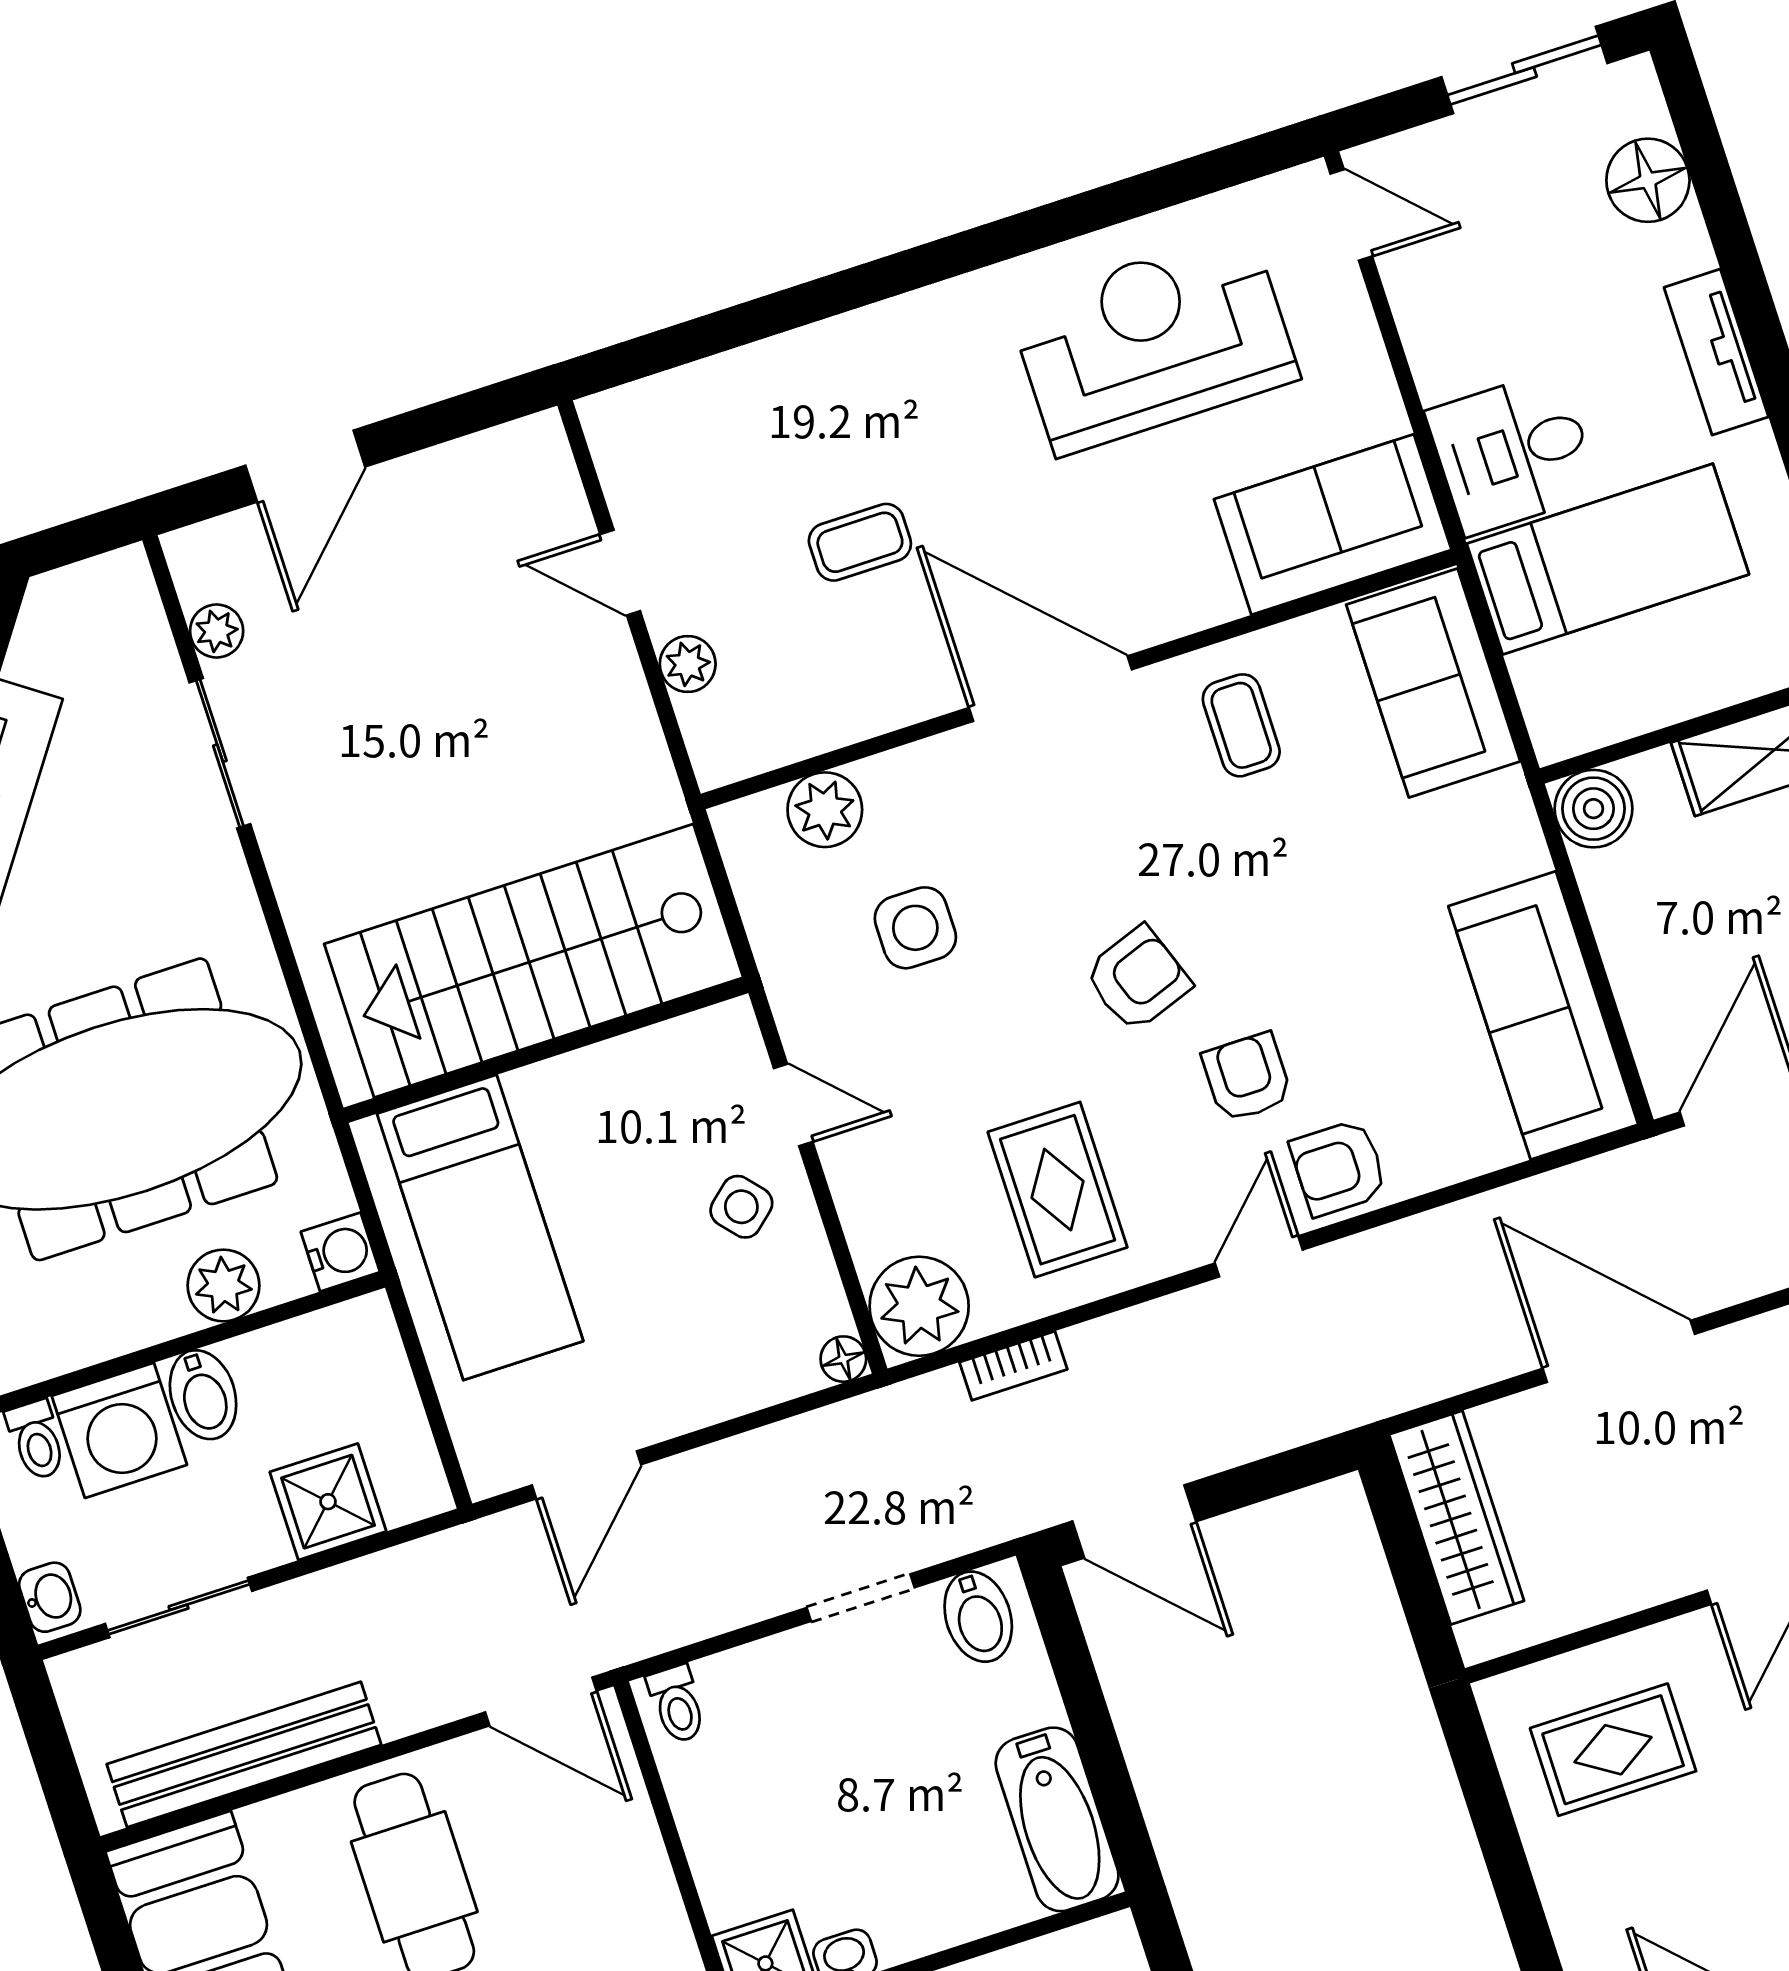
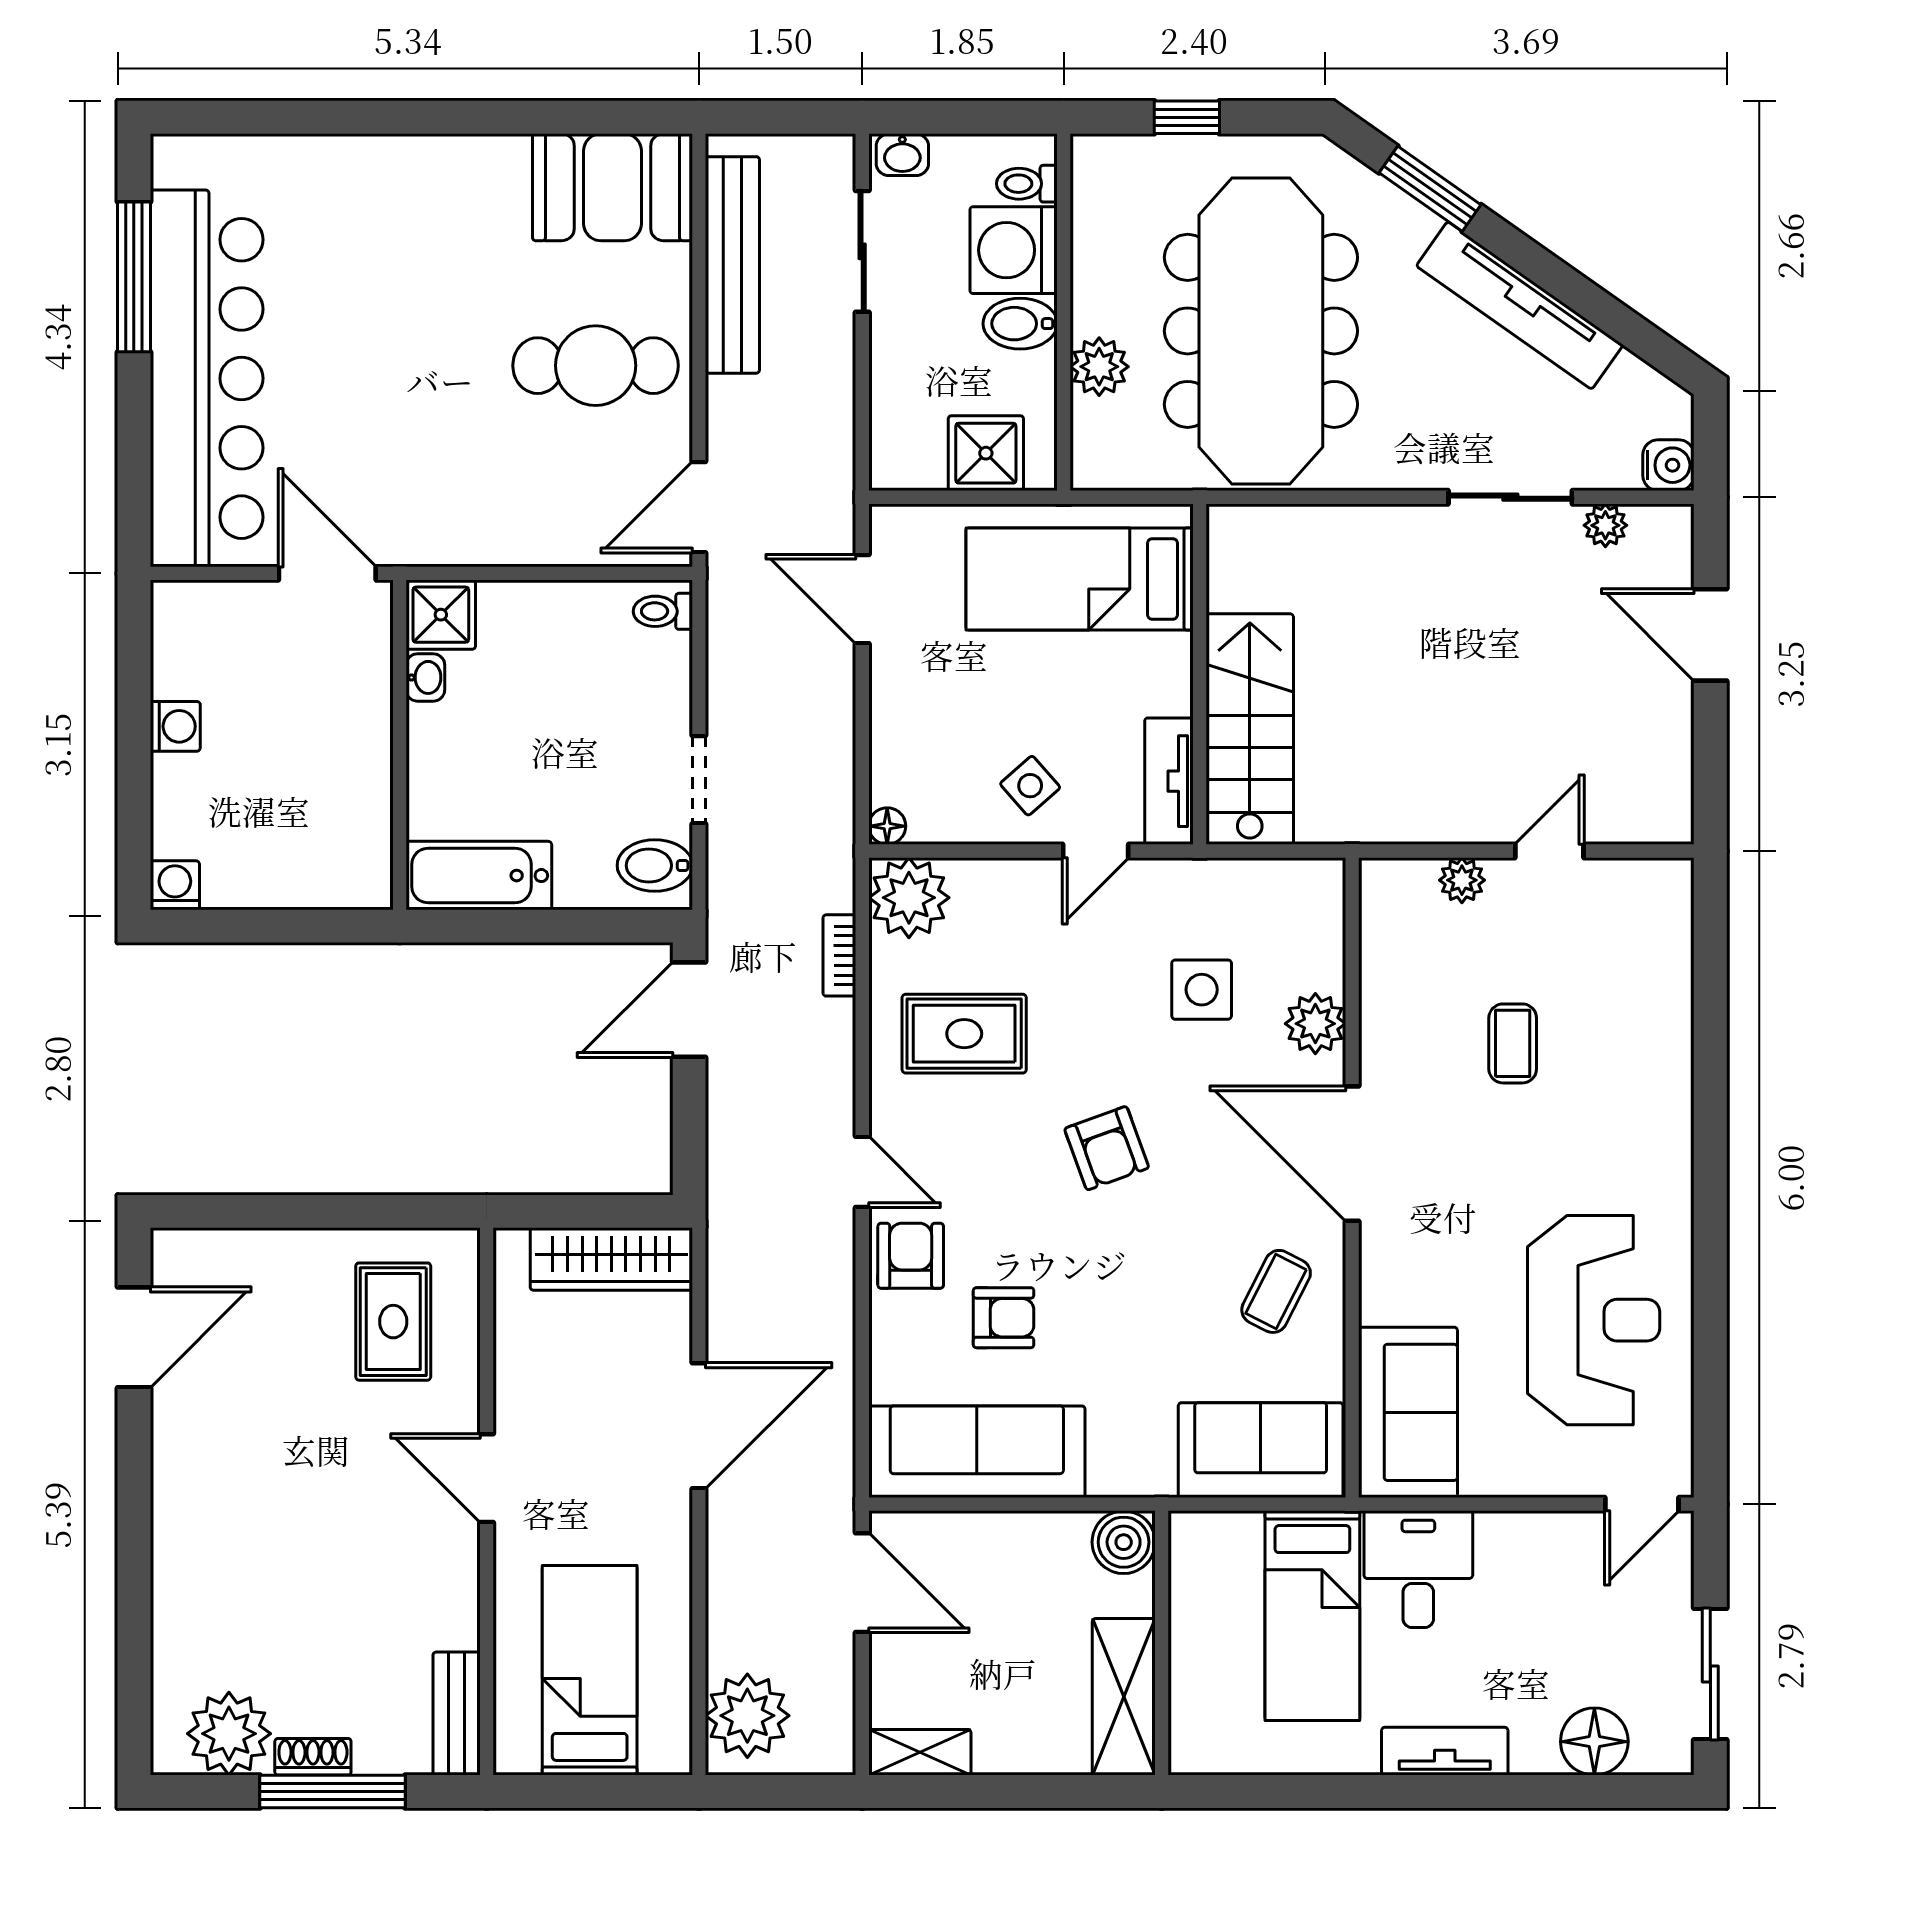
door: (1050, 689) -> (1352, 1154), swing flipped
coffee table: (1241, 725) -> (1276, 1291), turned -63
plant: (825, 810) -> (1315, 1024), moved
stairs: (534, 961) -> (1250, 729), width x0.73, depth x0.66
tv unit: (683, 1046) -> (1169, 781), added
armchair: (1247, 1077) -> (1004, 1318), moved
water cooler: (340, 1252) -> (1668, 465), moved, turned -90
shower: (328, 1502) -> (986, 453), moved

